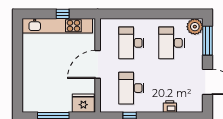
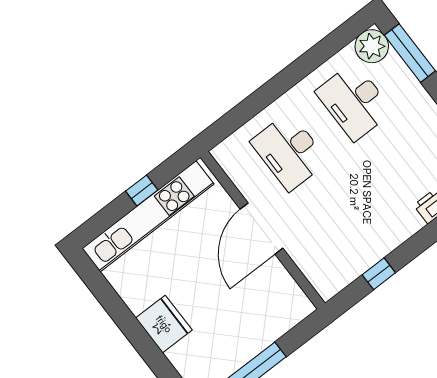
desk: (131, 88) -> (346, 225), removed
fridge: (83, 103) -> (164, 324), moved, turned 90

